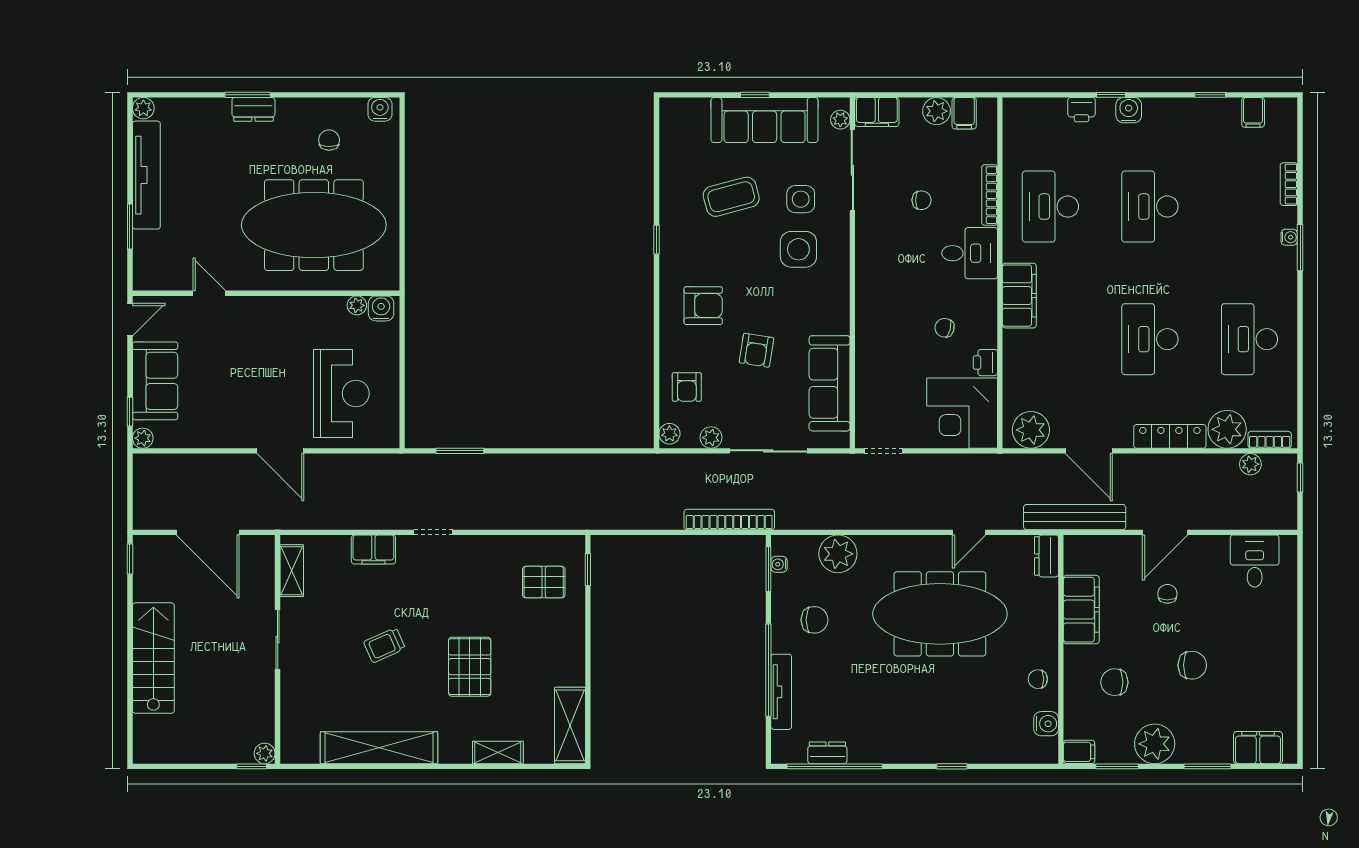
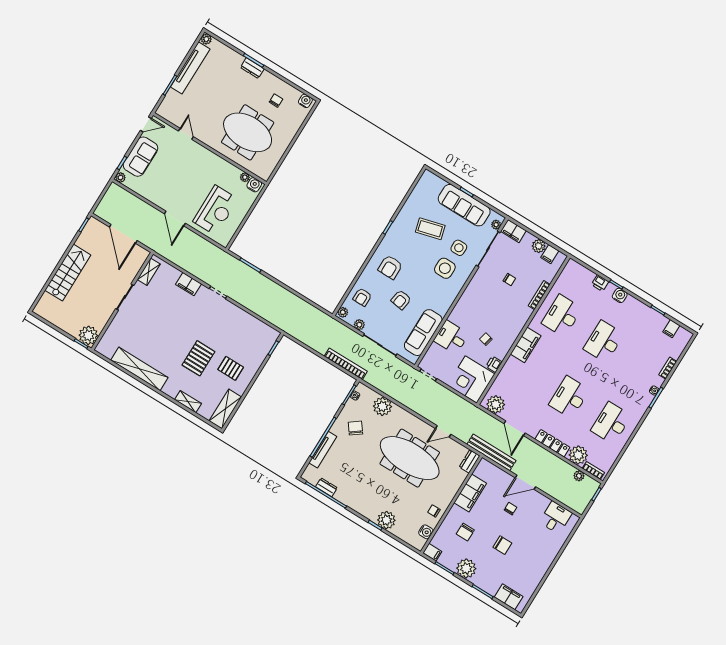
meeting table: (314, 225) -> (248, 132), width x0.73
desk: (970, 253) -> (451, 337), moved, turned 180
armchair: (703, 306) -> (390, 267), turned 90
pallet: (544, 582) -> (231, 368), moved
chair: (814, 620) -> (355, 428), turned -127
trolley: (384, 645) -> (168, 327), removed
chair: (1114, 682) -> (465, 532), turned -90
plant: (966, 746) -> (386, 520), added
plant: (265, 753) -> (88, 335), width x1.87, depth x1.87

